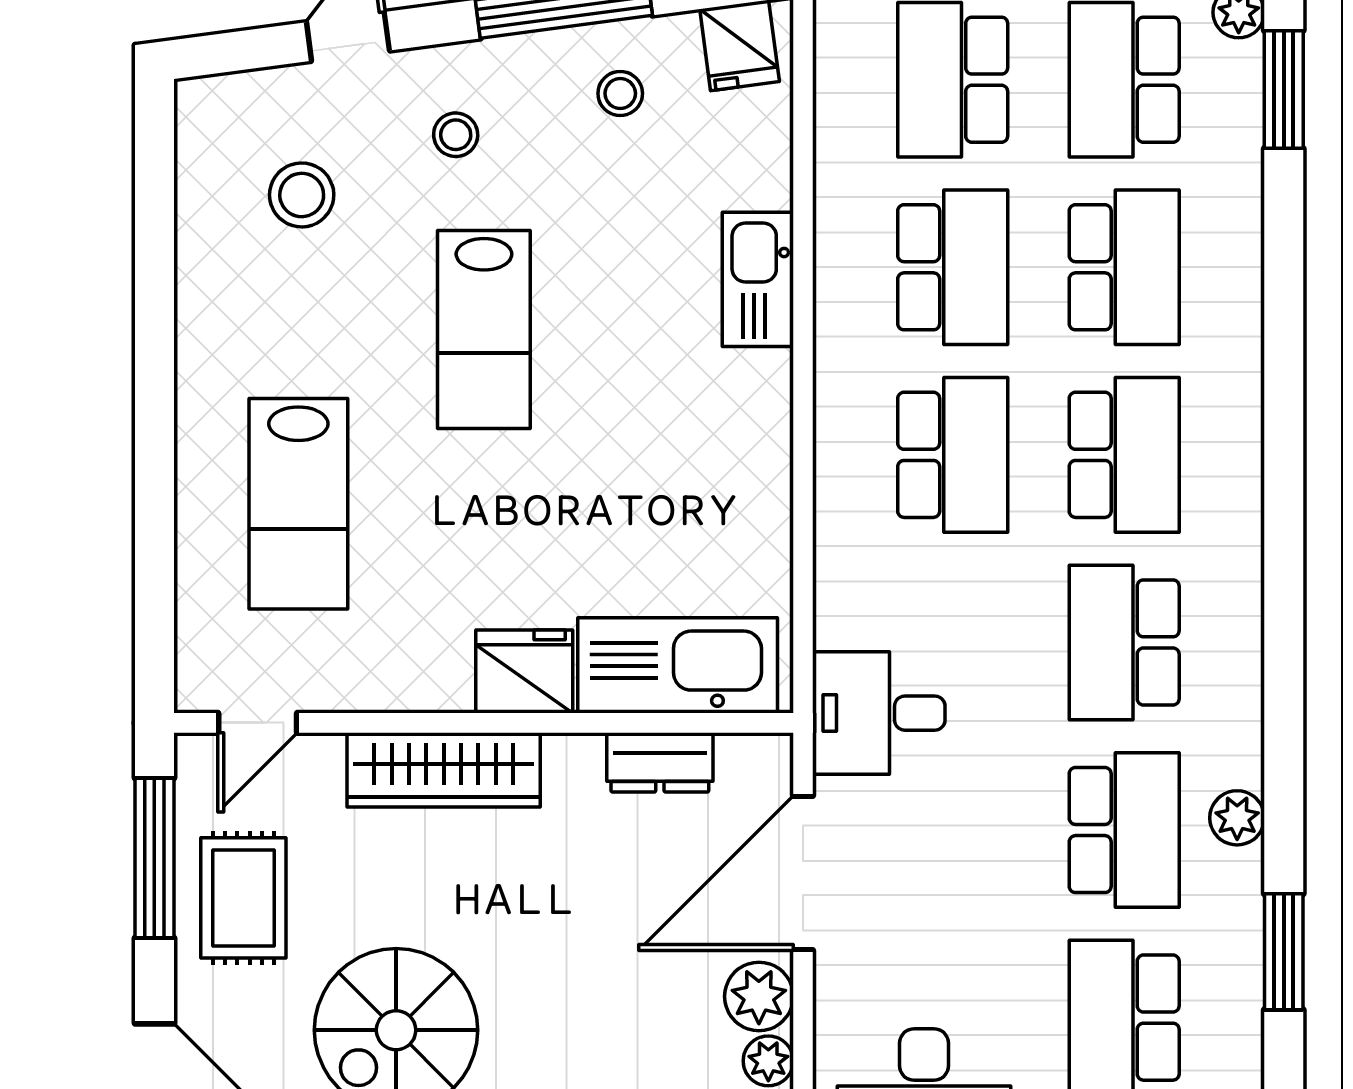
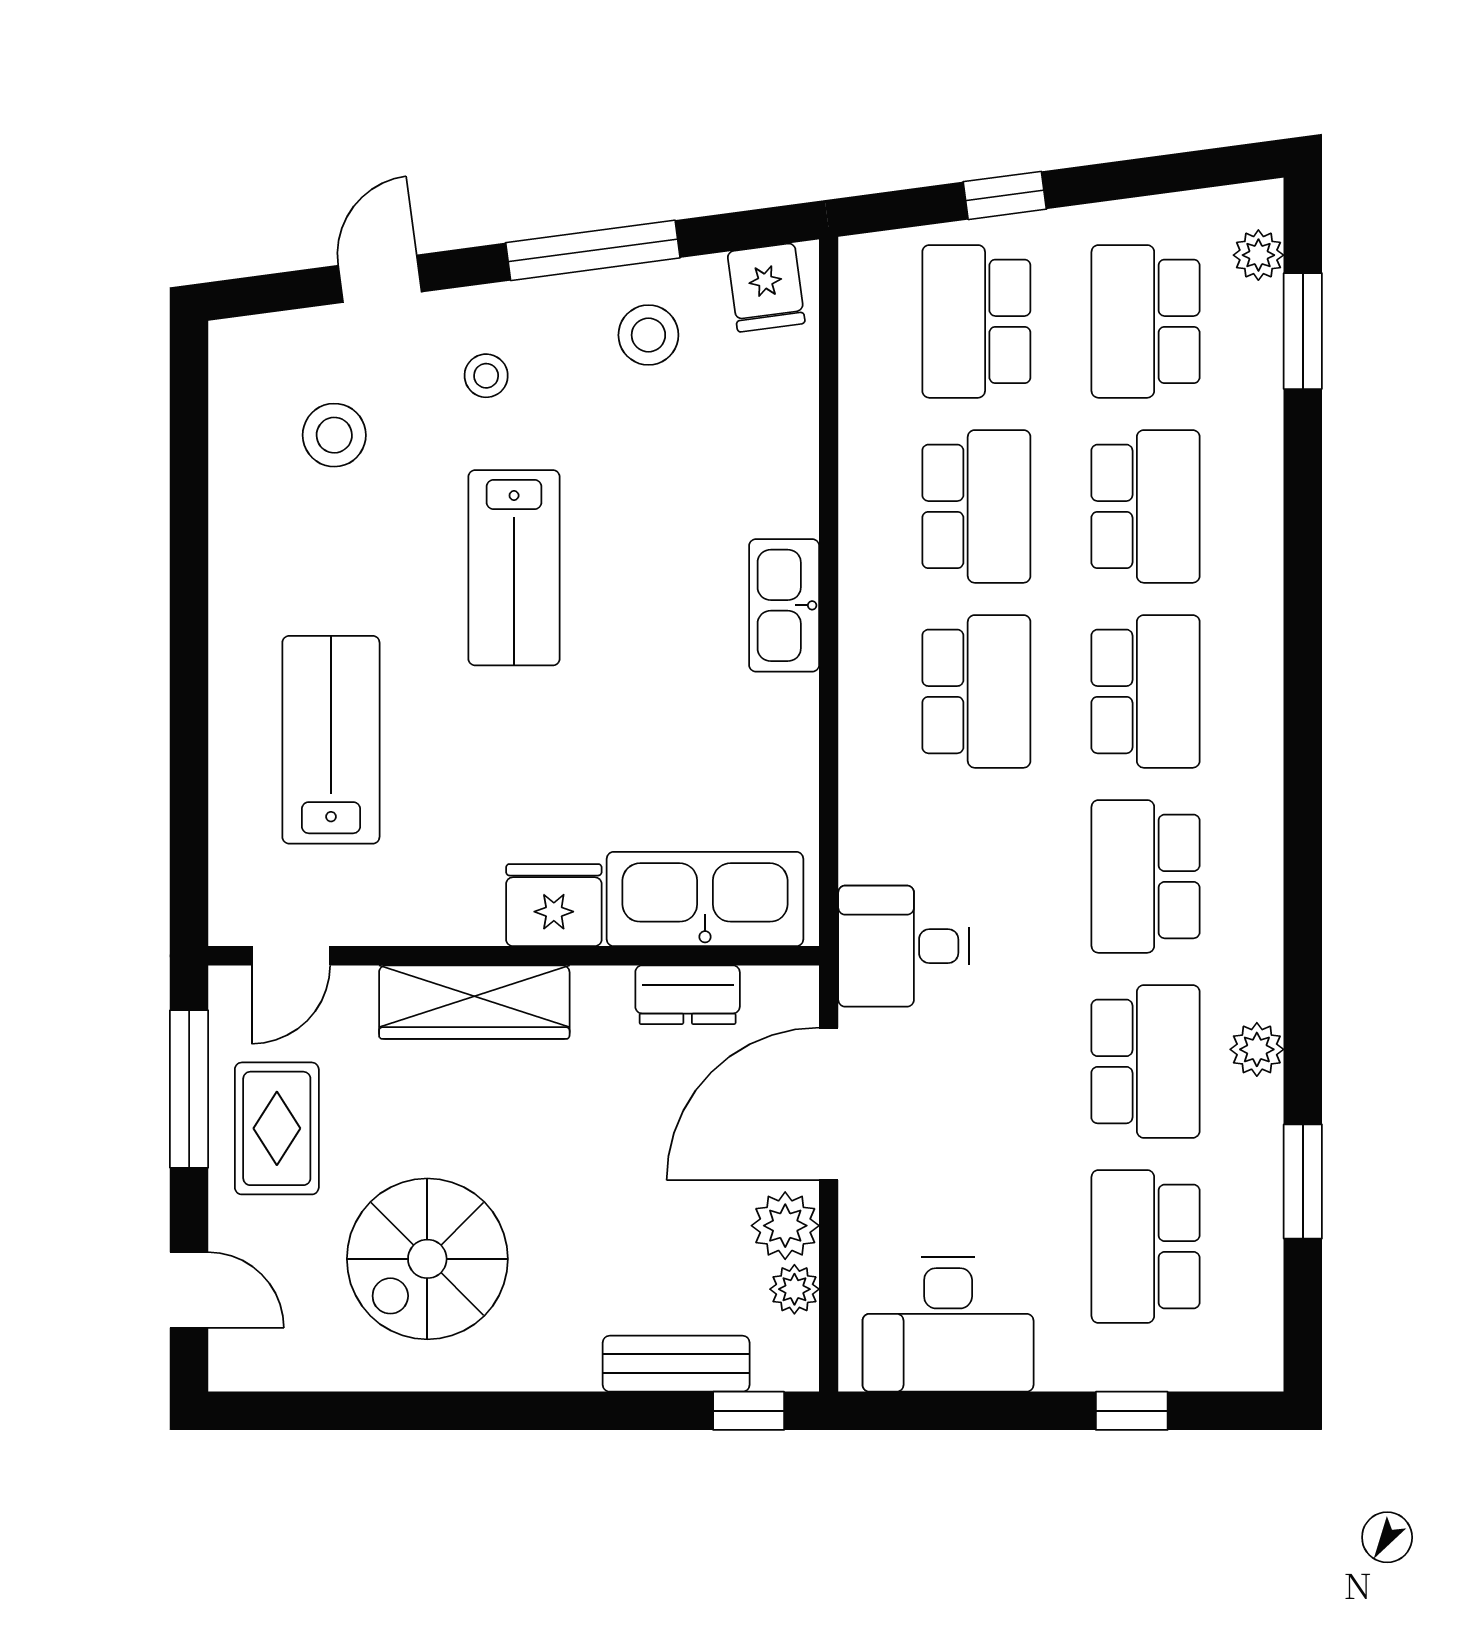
stool: (620, 93) -> (648, 335), width x1.37, depth x1.37
kitchen sink: (758, 279) -> (784, 605), moved
lab bench: (298, 504) -> (331, 740), turned 180

